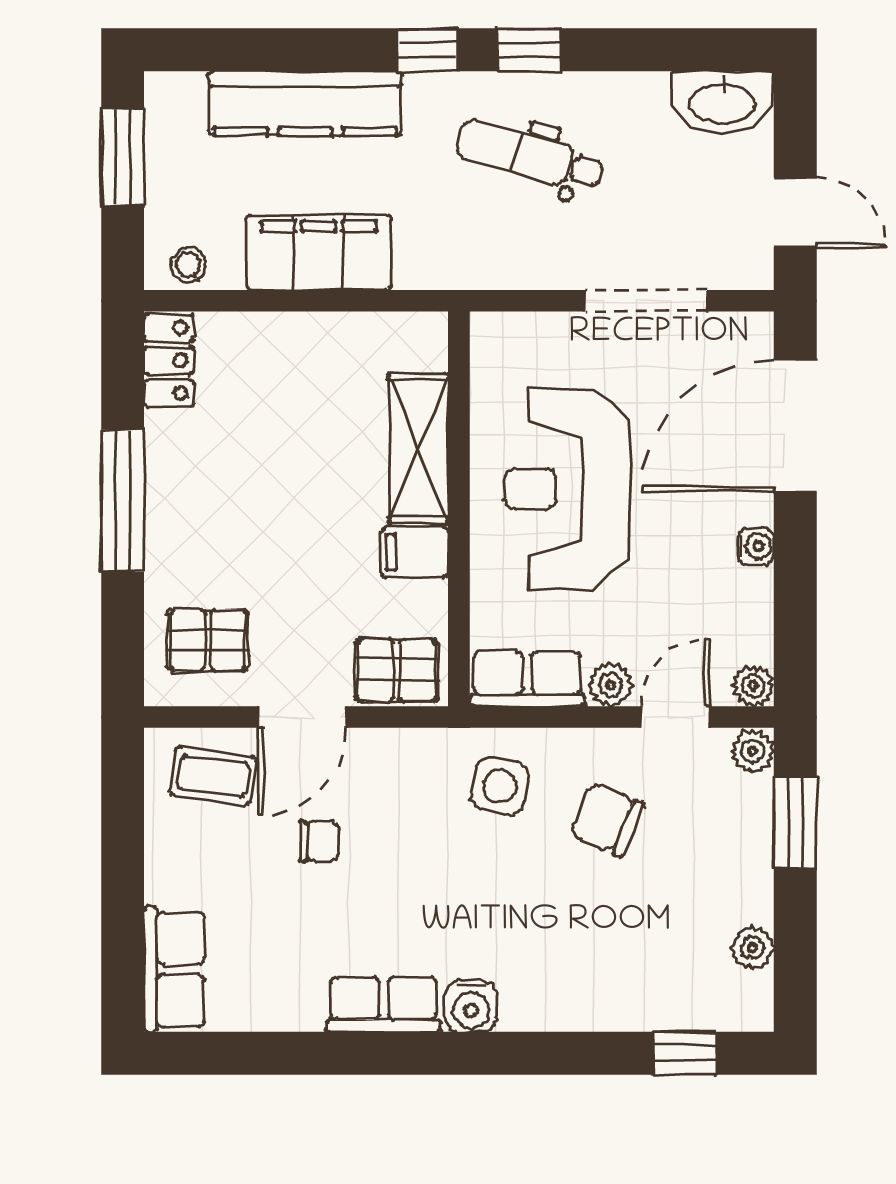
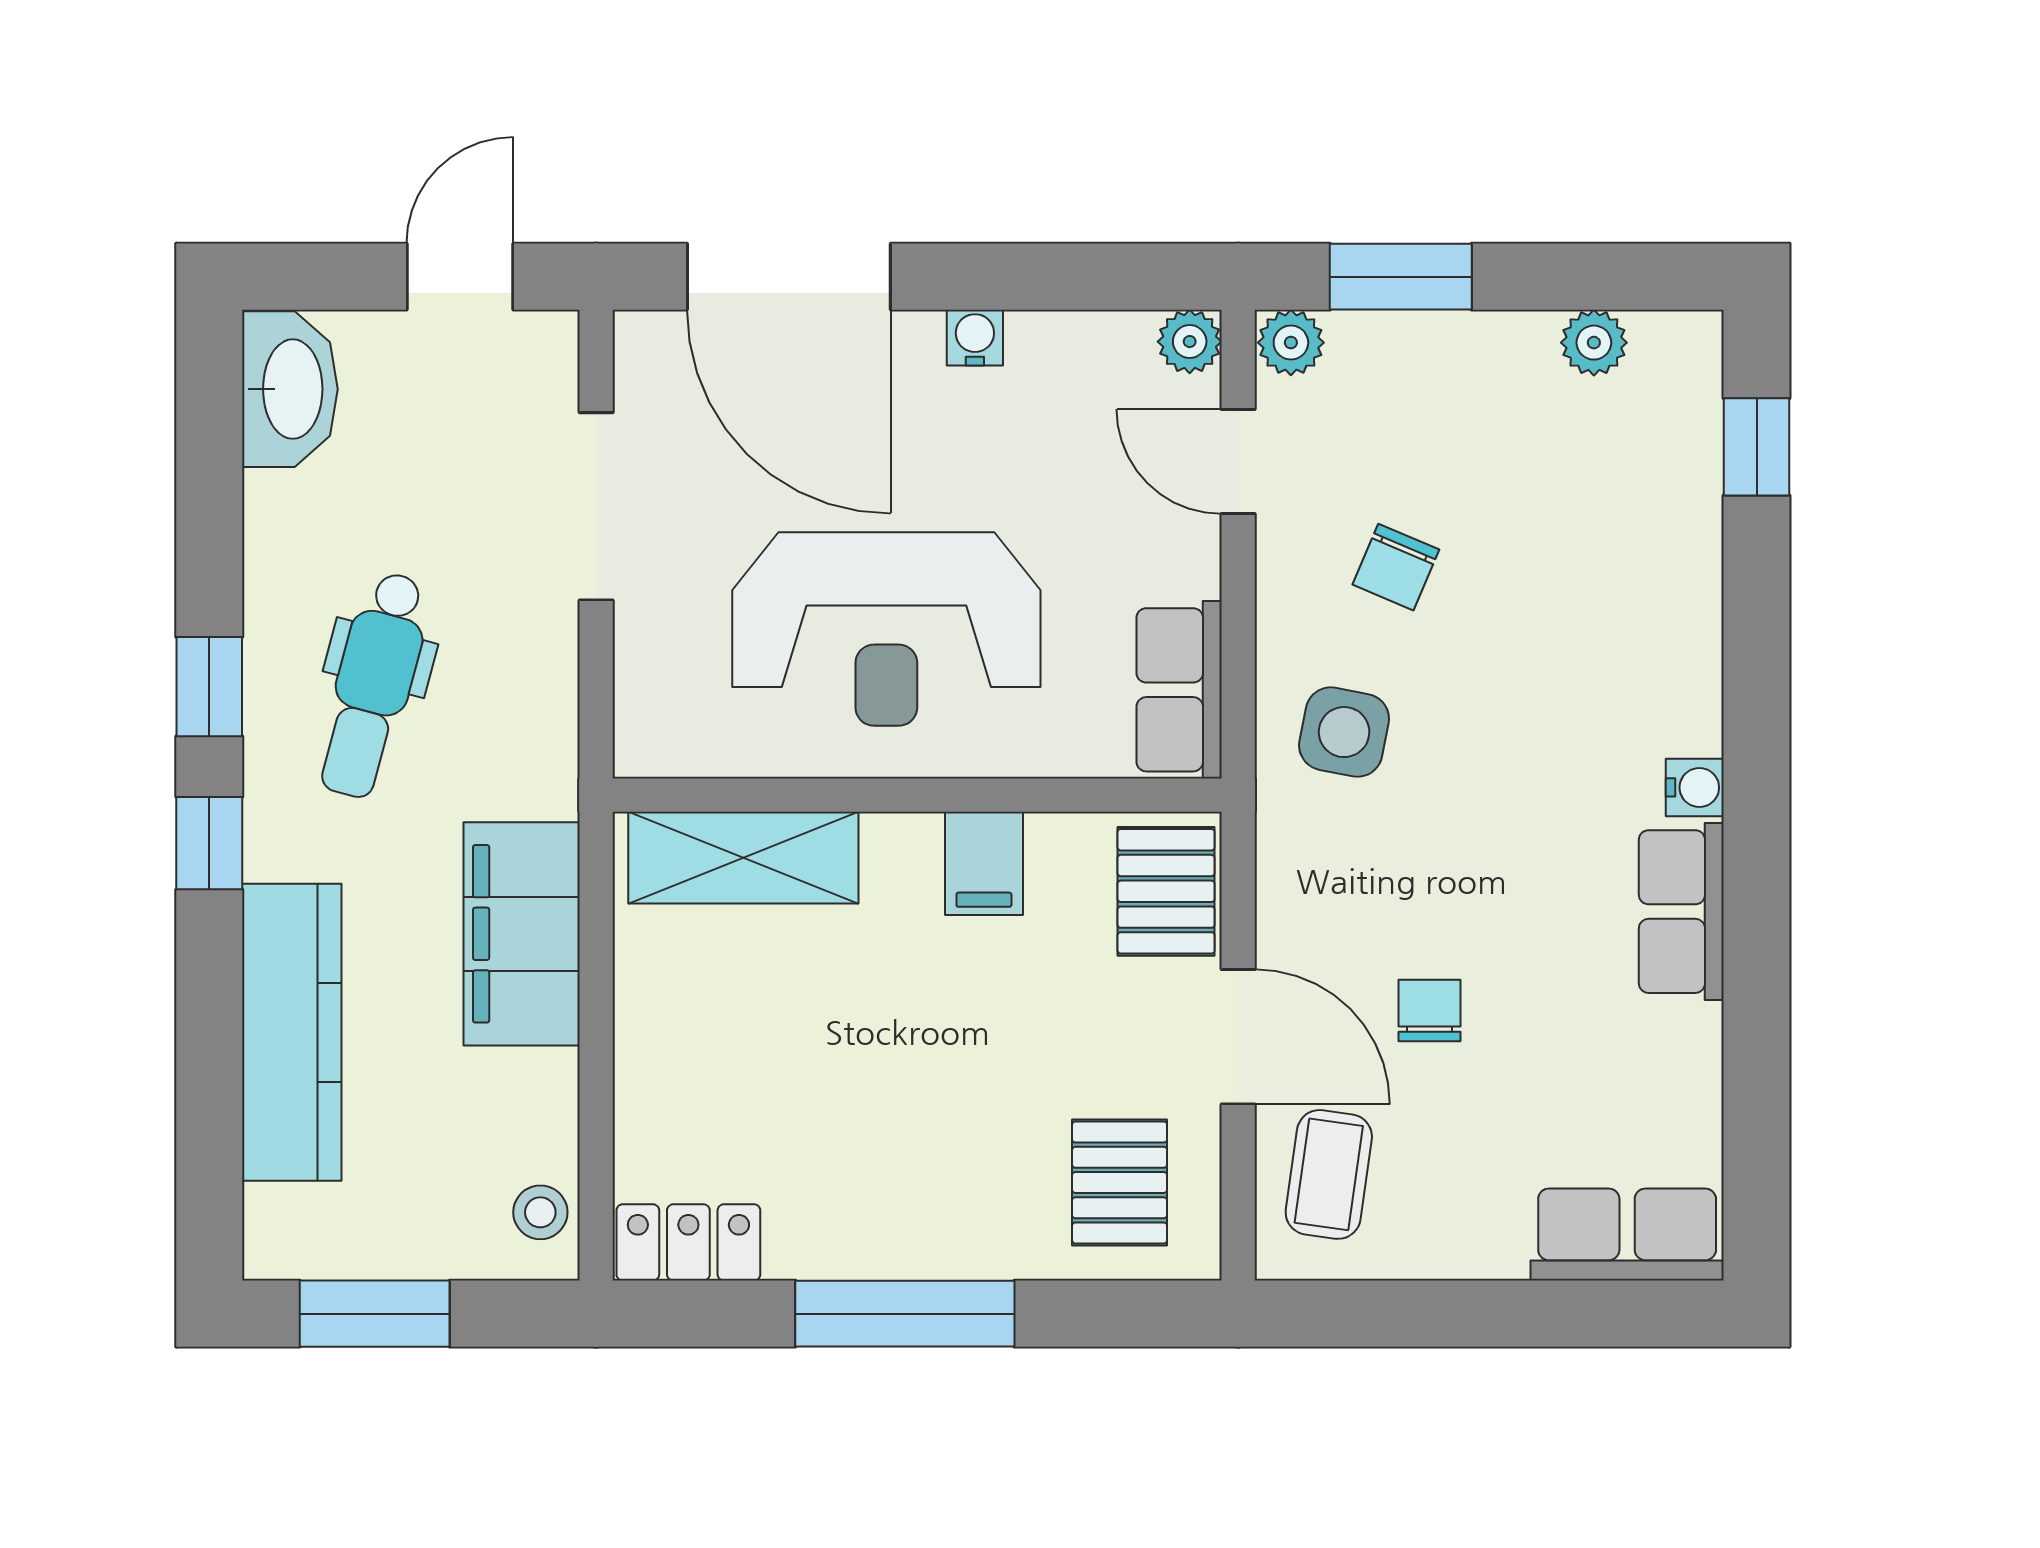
filing cabinet: (319, 252) -> (522, 934), moved
shelving: (418, 448) -> (743, 858), moved
plant: (611, 685) -> (1188, 561), removed
chair: (607, 819) -> (1396, 567), width x0.73, depth x0.73
water cooler: (471, 1006) -> (1695, 787), width x0.72, depth x0.72

